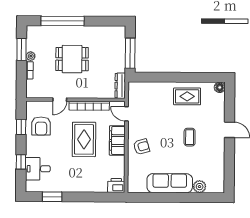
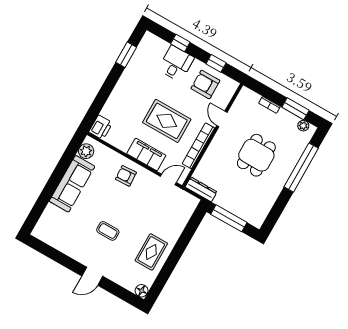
plant: (31, 56) -> (303, 126), moved
armchair: (141, 147) -> (126, 176), turned 103
desk: (38, 169) -> (176, 63), moved
plant: (200, 187) -> (86, 151), moved

